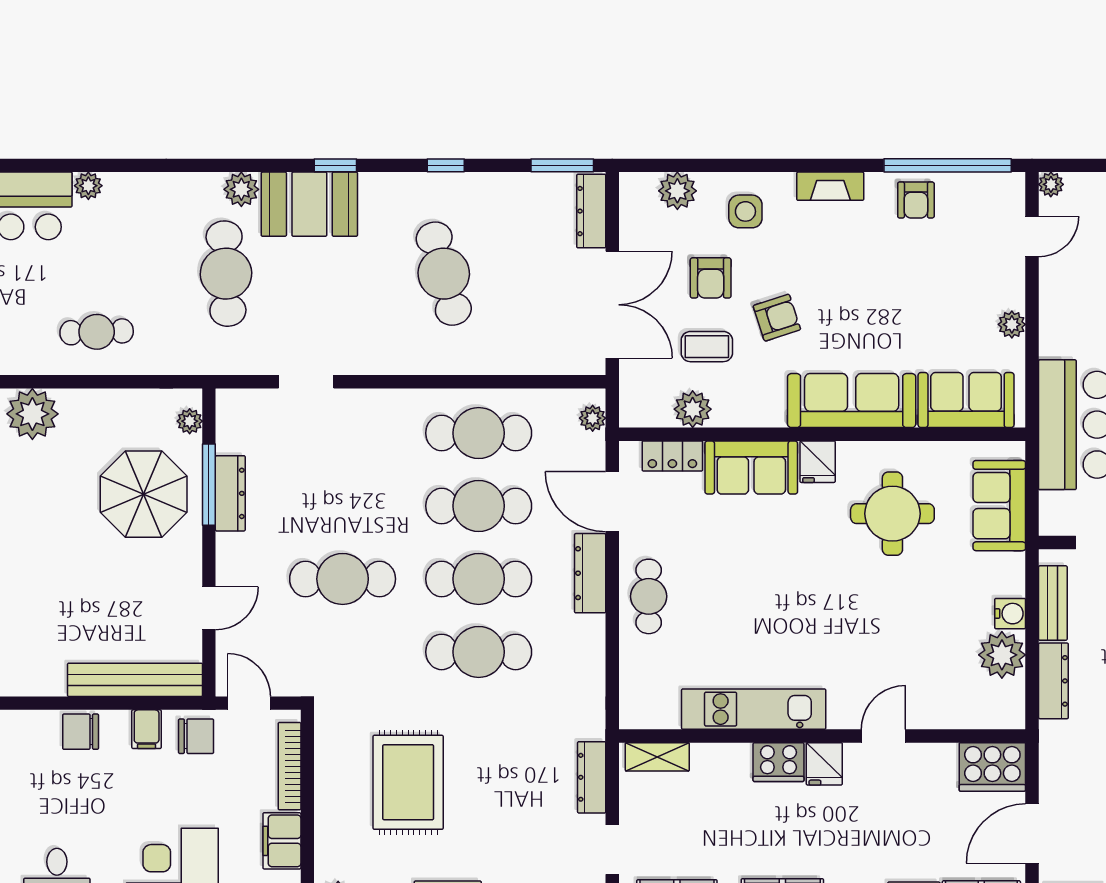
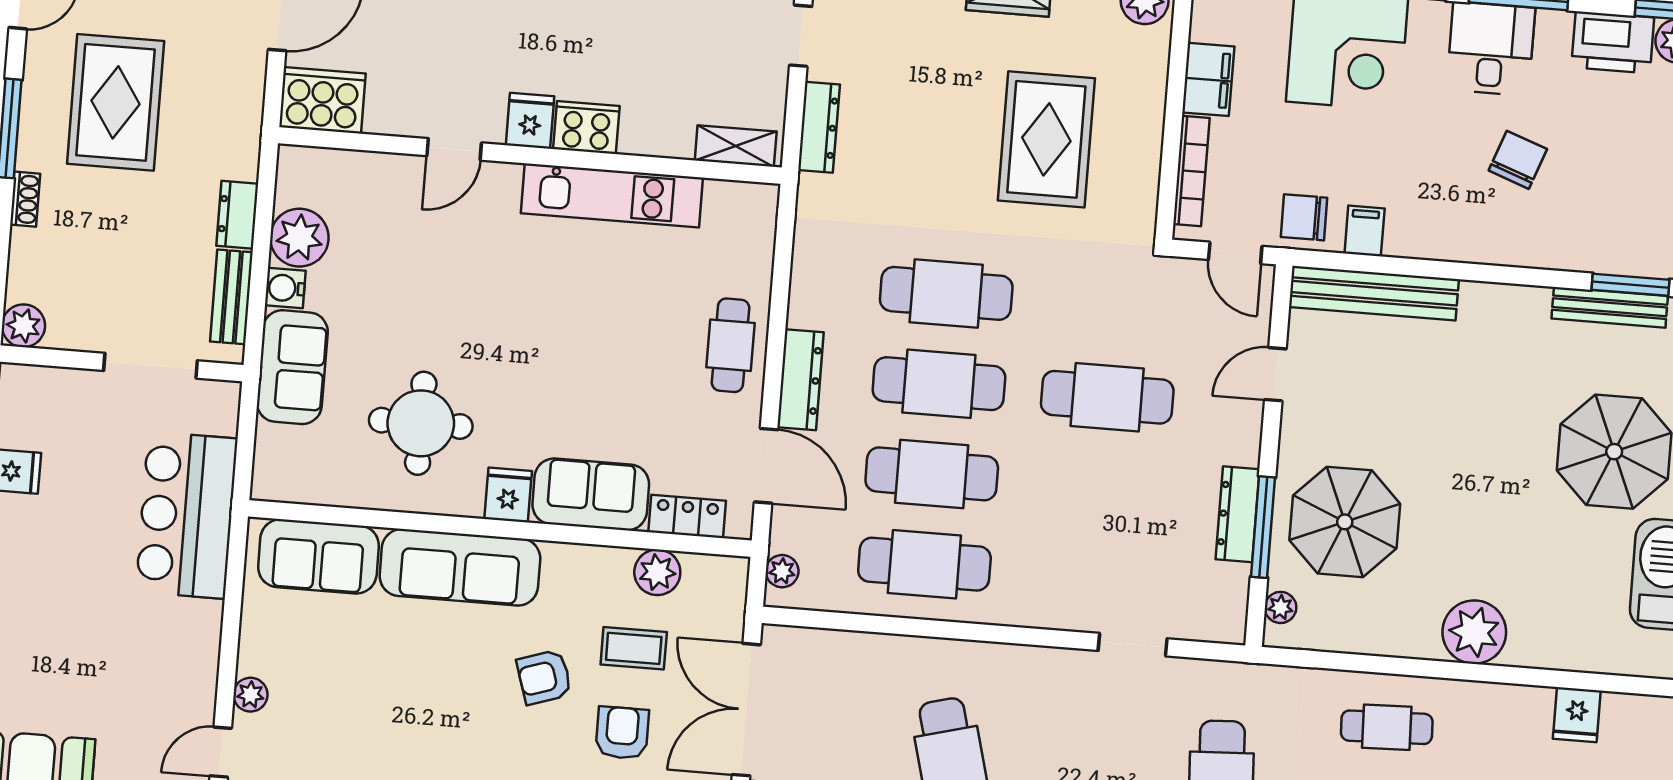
plant: (1012, 324) -> (250, 695), moved
sofa: (999, 506) -> (292, 367), moved
dresser: (1053, 681) -> (237, 215), width x0.70
chair: (81, 732) -> (1518, 160), moved, turned -70

